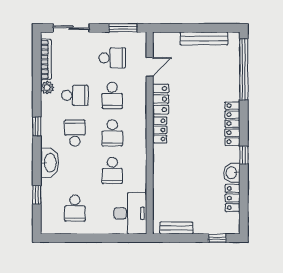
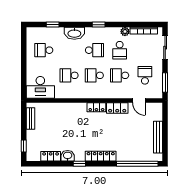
school desk: (112, 58) -> (145, 75), turned 180

